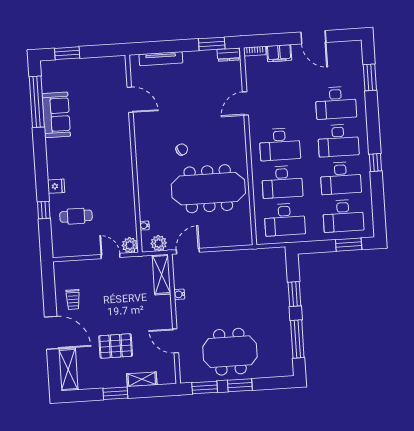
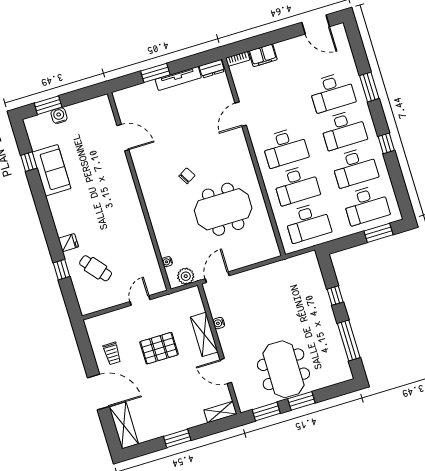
door: (313, 37) -> (316, 24), moved
window: (212, 44) -> (155, 73), moved
tv unit: (161, 59) -> (178, 78), moved
water cooler: (75, 65) -> (59, 116), added
window: (370, 77) -> (369, 87), moved
window: (37, 102) -> (29, 162), width x0.32
meeting table: (208, 189) -> (223, 209), width x0.73
cafe table: (76, 216) -> (96, 268), turned 50
plant: (130, 245) -> (157, 285), removed
door: (110, 256) -> (140, 301), hinge flipped
shelving: (162, 275) -> (204, 334), moved
window: (294, 294) -> (335, 296), width x0.67
pallet: (116, 346) -> (159, 348), moved
meeting table: (230, 352) -> (283, 369), turned 90
shelving: (142, 379) -> (220, 412), moved

